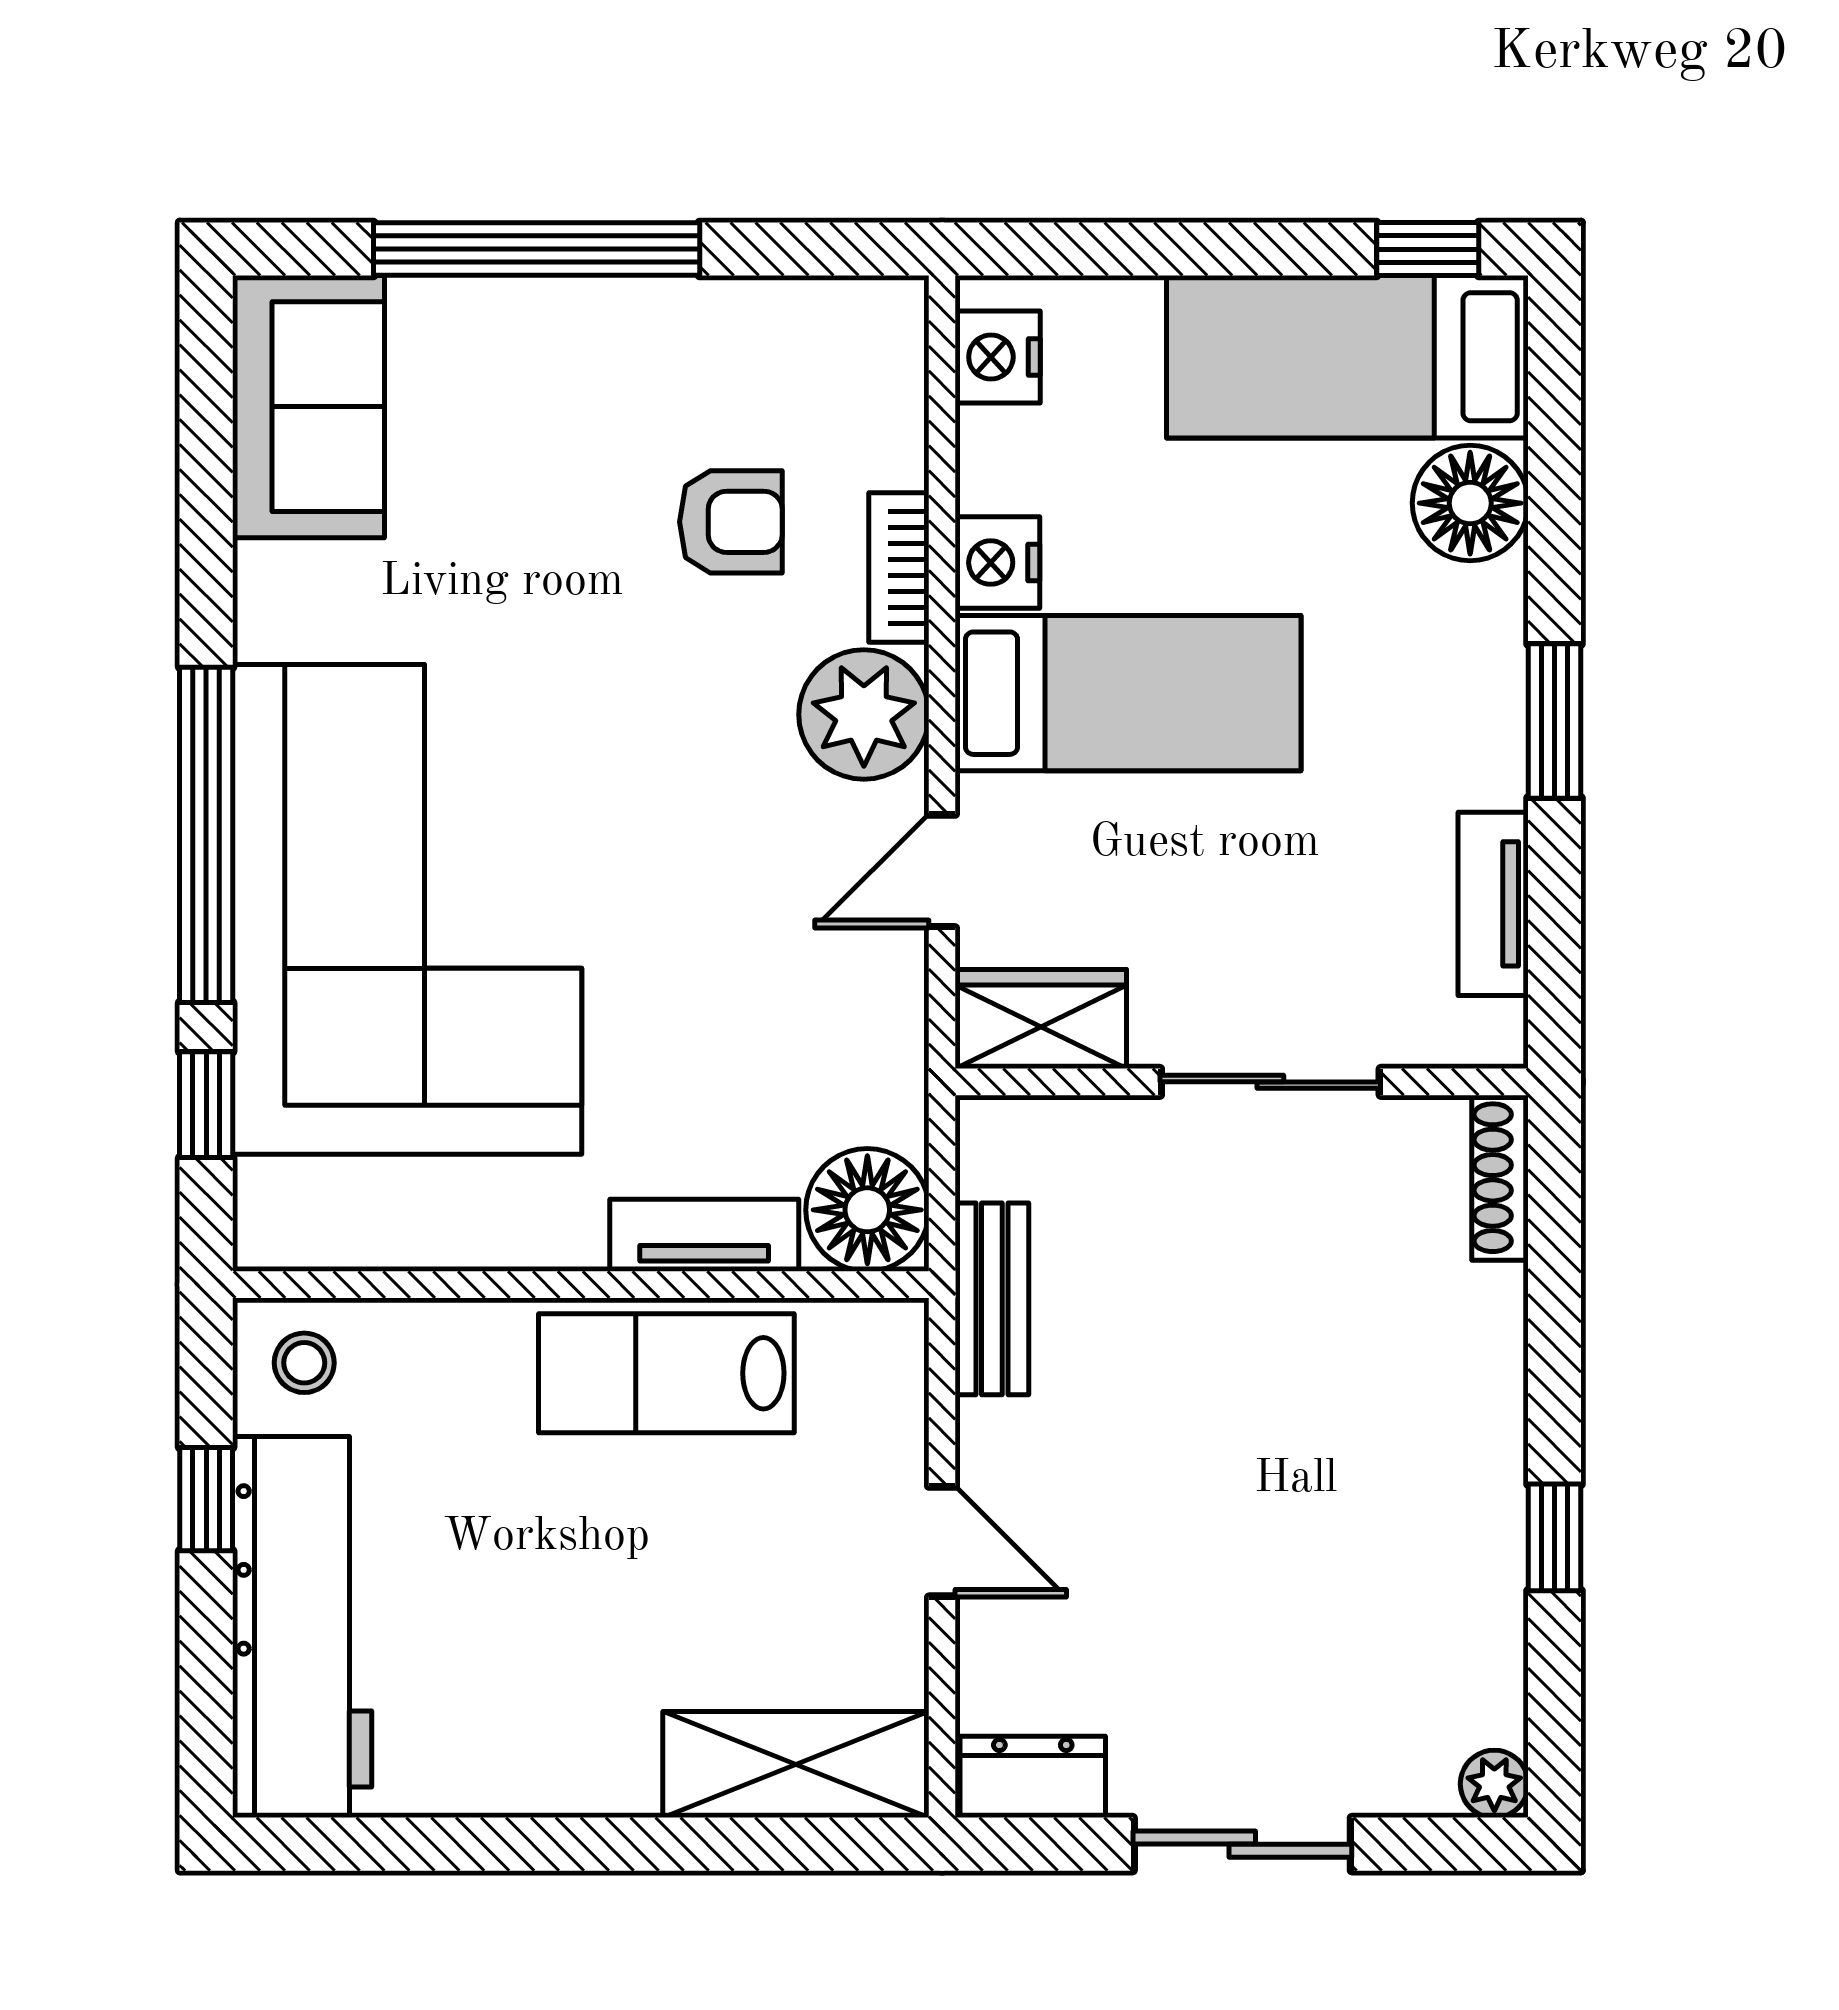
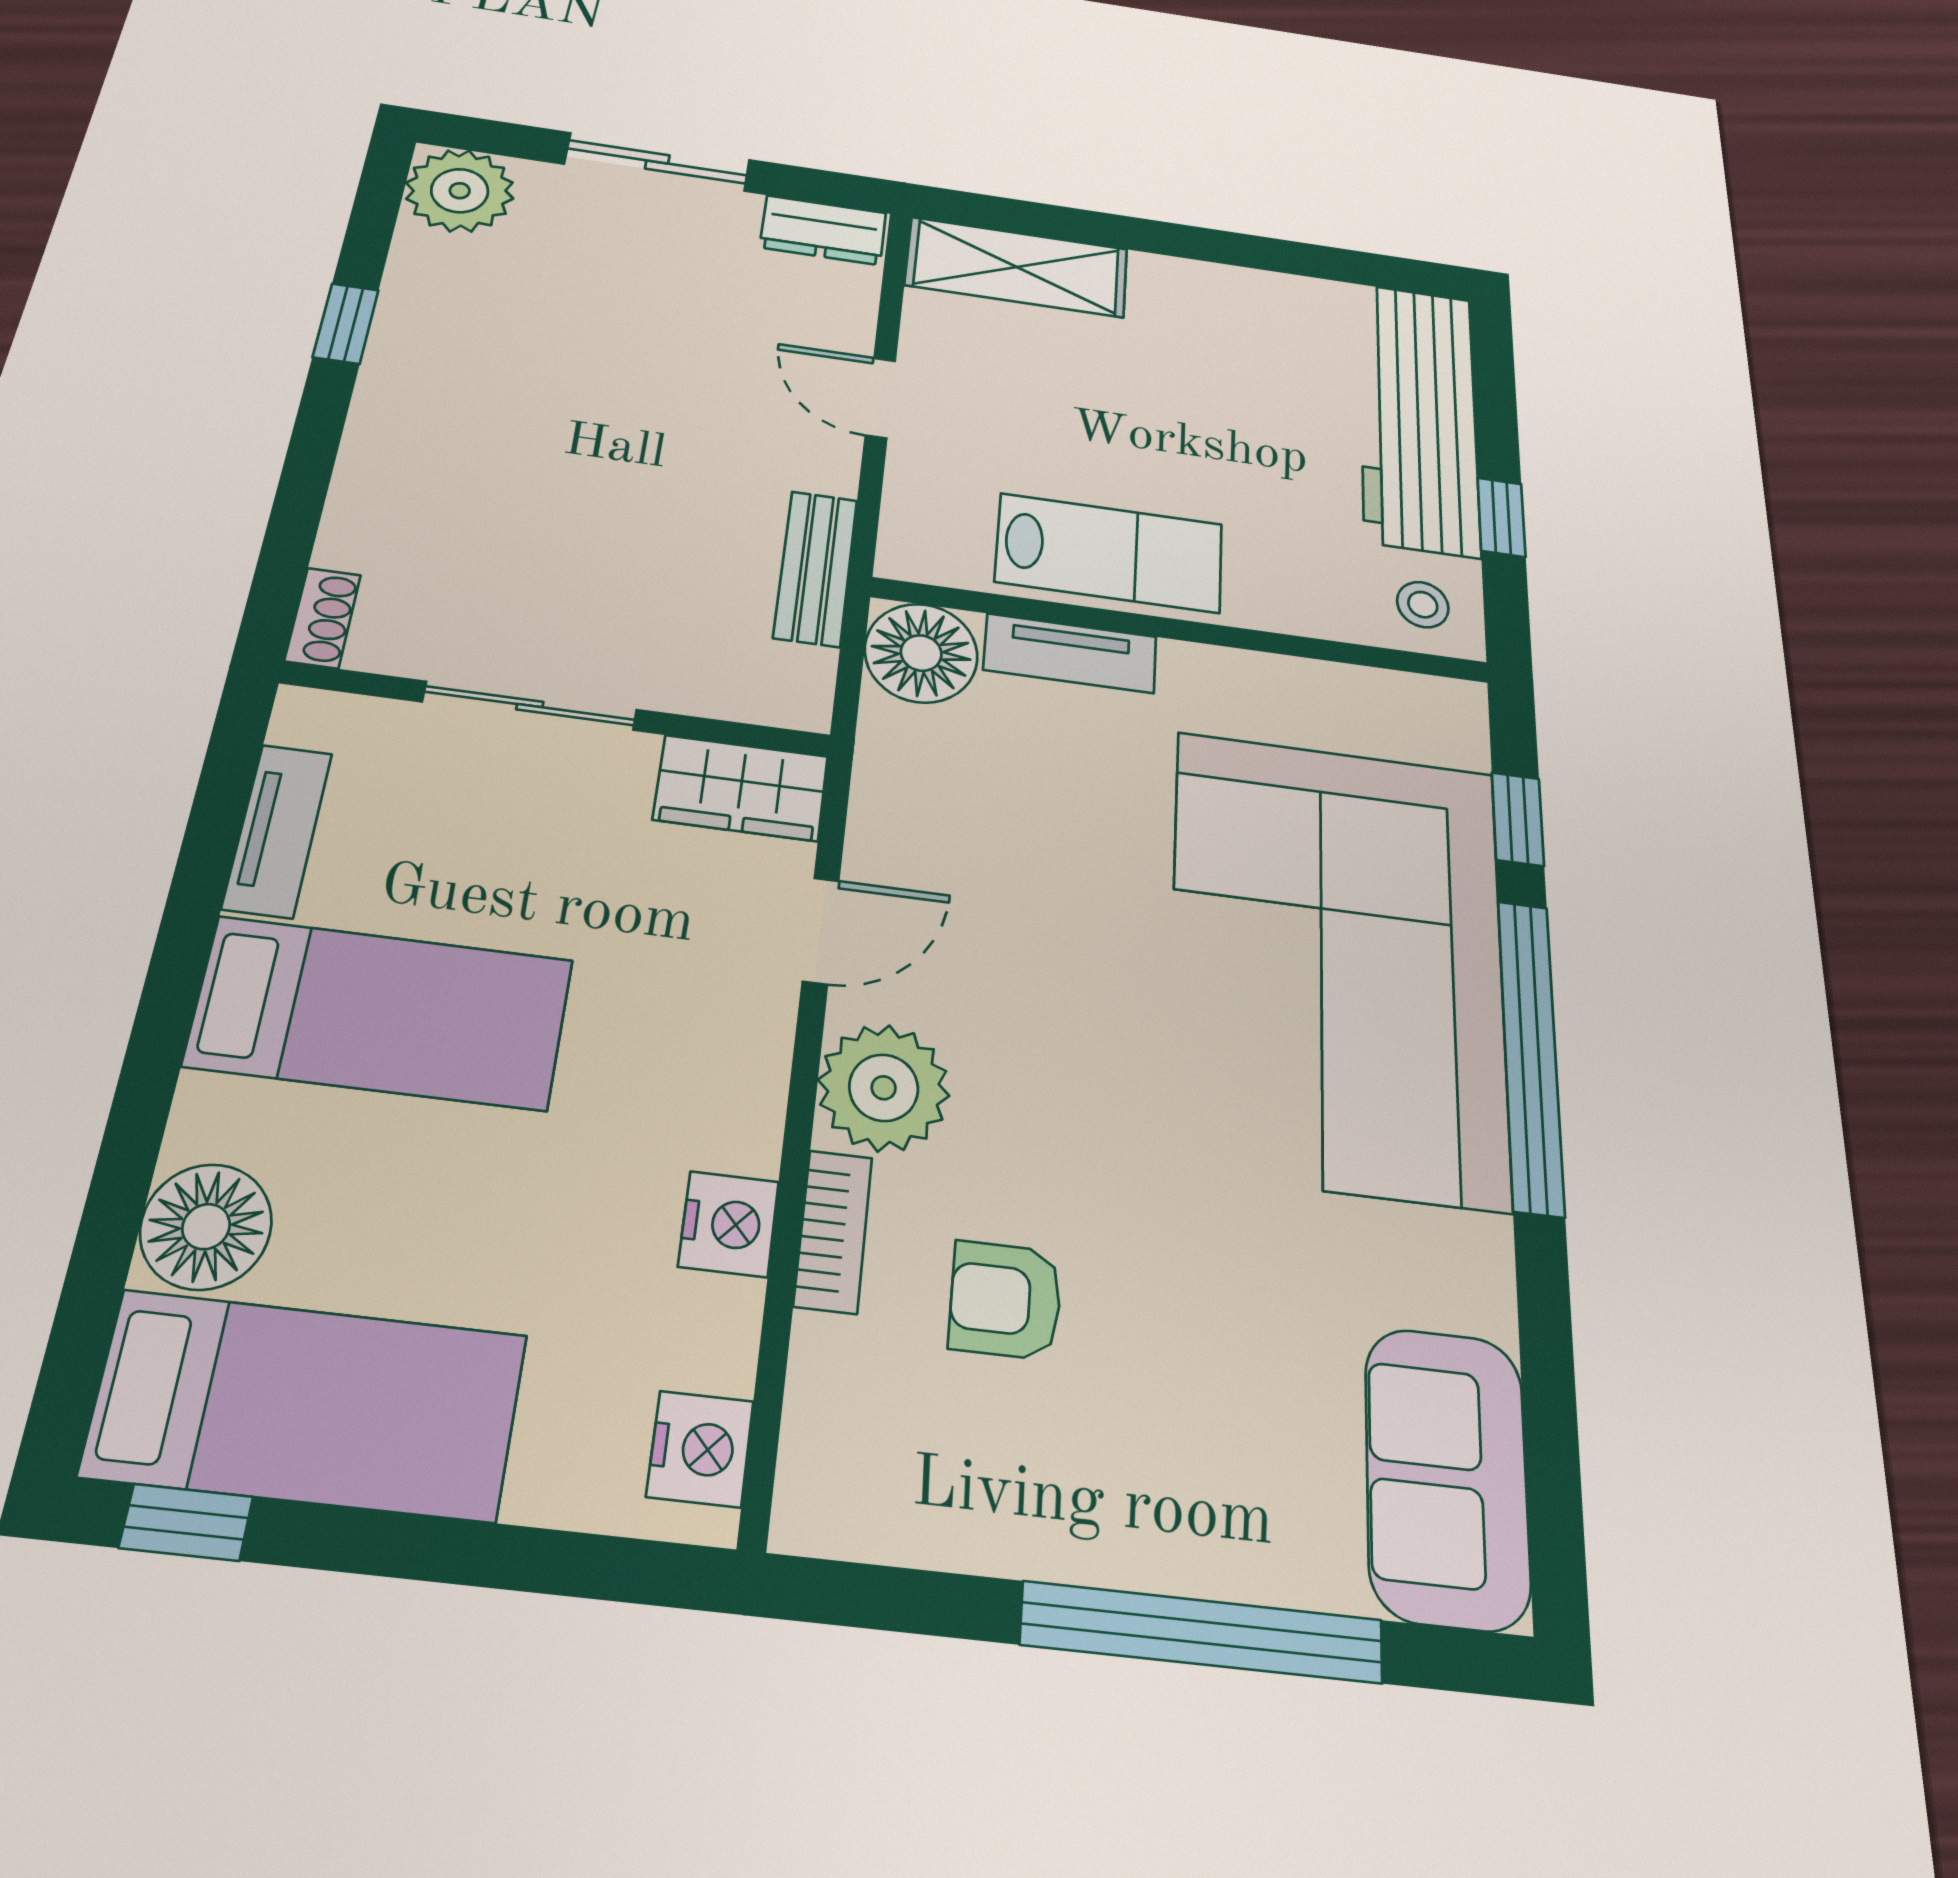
bed: (1128, 693) -> (381, 1013), moved, turned 180
window: (1555, 721) -> (171, 993), removed
shoe rack: (1500, 1178) -> (323, 618), width x0.70
plant: (1494, 1784) -> (460, 191), width x1.87, depth x1.87

